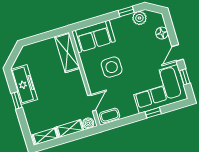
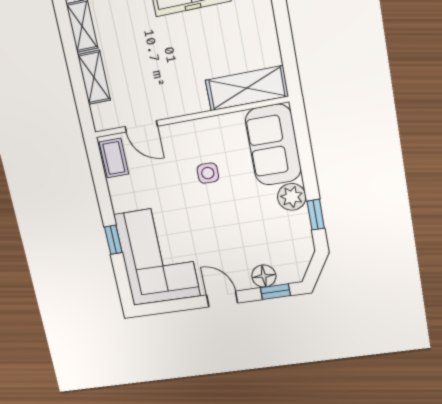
plant: (139, 18) -> (292, 197), moved
side table: (112, 67) -> (208, 173), width x0.54, depth x0.54
window: (185, 77) -> (275, 292), moved
boiler: (88, 123) -> (102, 115), removed

